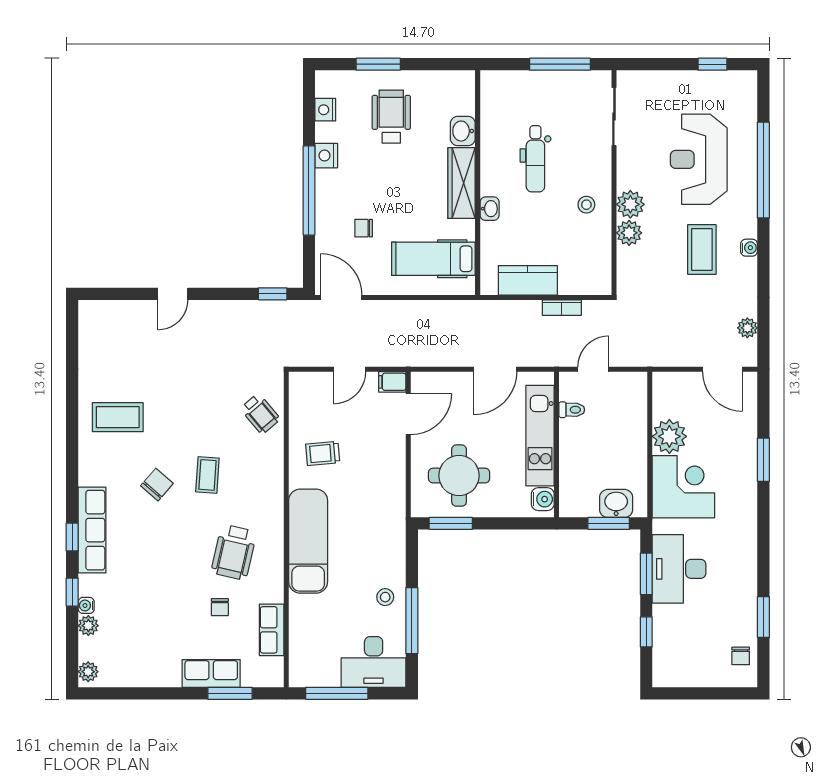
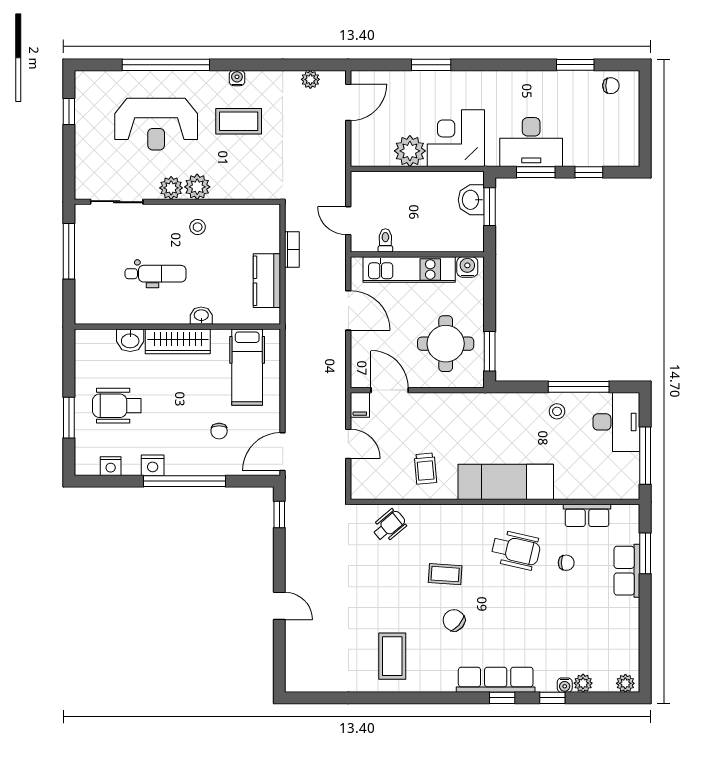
plant: (629, 233) -> (171, 188), moved

